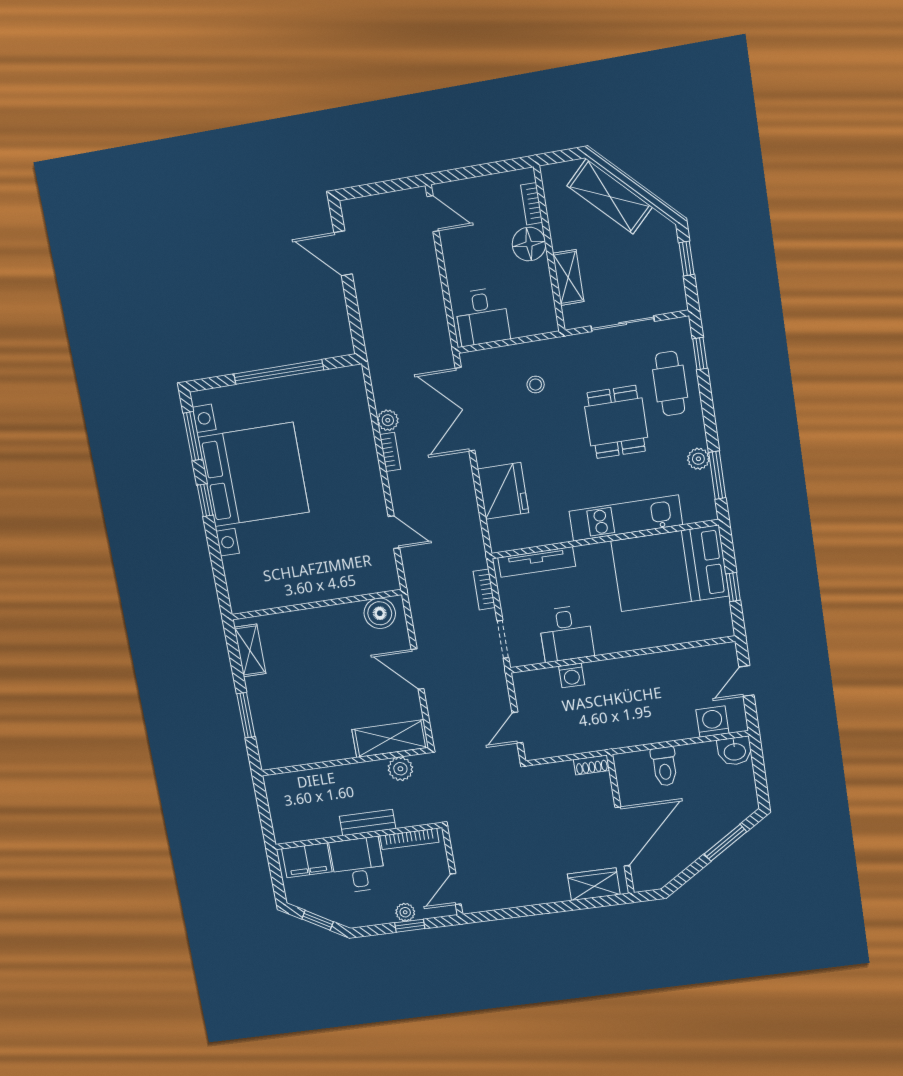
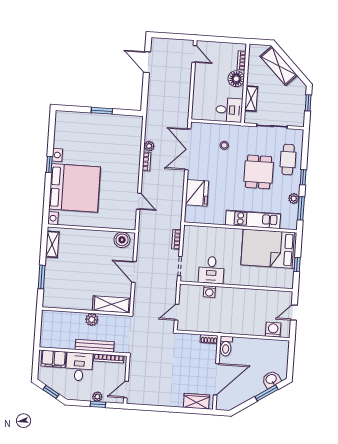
desk: (482, 317) -> (229, 110), moved, turned -90
window: (700, 354) -> (303, 177), moved
window: (279, 372) -> (102, 111), width x0.47
window: (193, 436) -> (51, 132), removed
bed with nightstands: (254, 475) -> (75, 188), moved
tv unit: (537, 562) -> (205, 231), removed
washbasin: (735, 751) -> (271, 379), moved, turned 147
toilet: (664, 766) -> (226, 346), moved
plant: (400, 769) -> (92, 320), moved
bench: (368, 822) -> (95, 346), width x1.36

